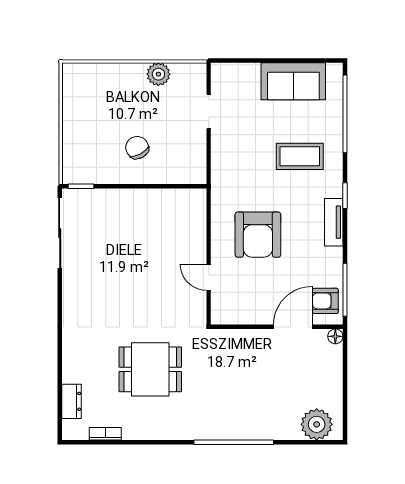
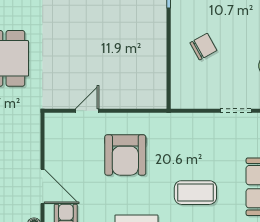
coffee table: (300, 156) -> (195, 193), turned 90
armchair: (258, 235) -> (125, 155), turned -90

